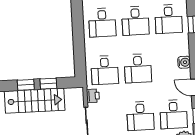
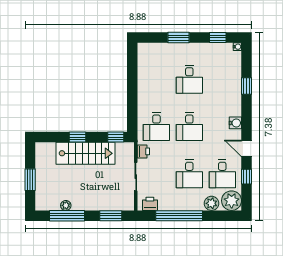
desk: (169, 19) -> (222, 79), removed
desk: (102, 23) -> (156, 79), removed
window: (48, 84) -> (116, 137), moved

